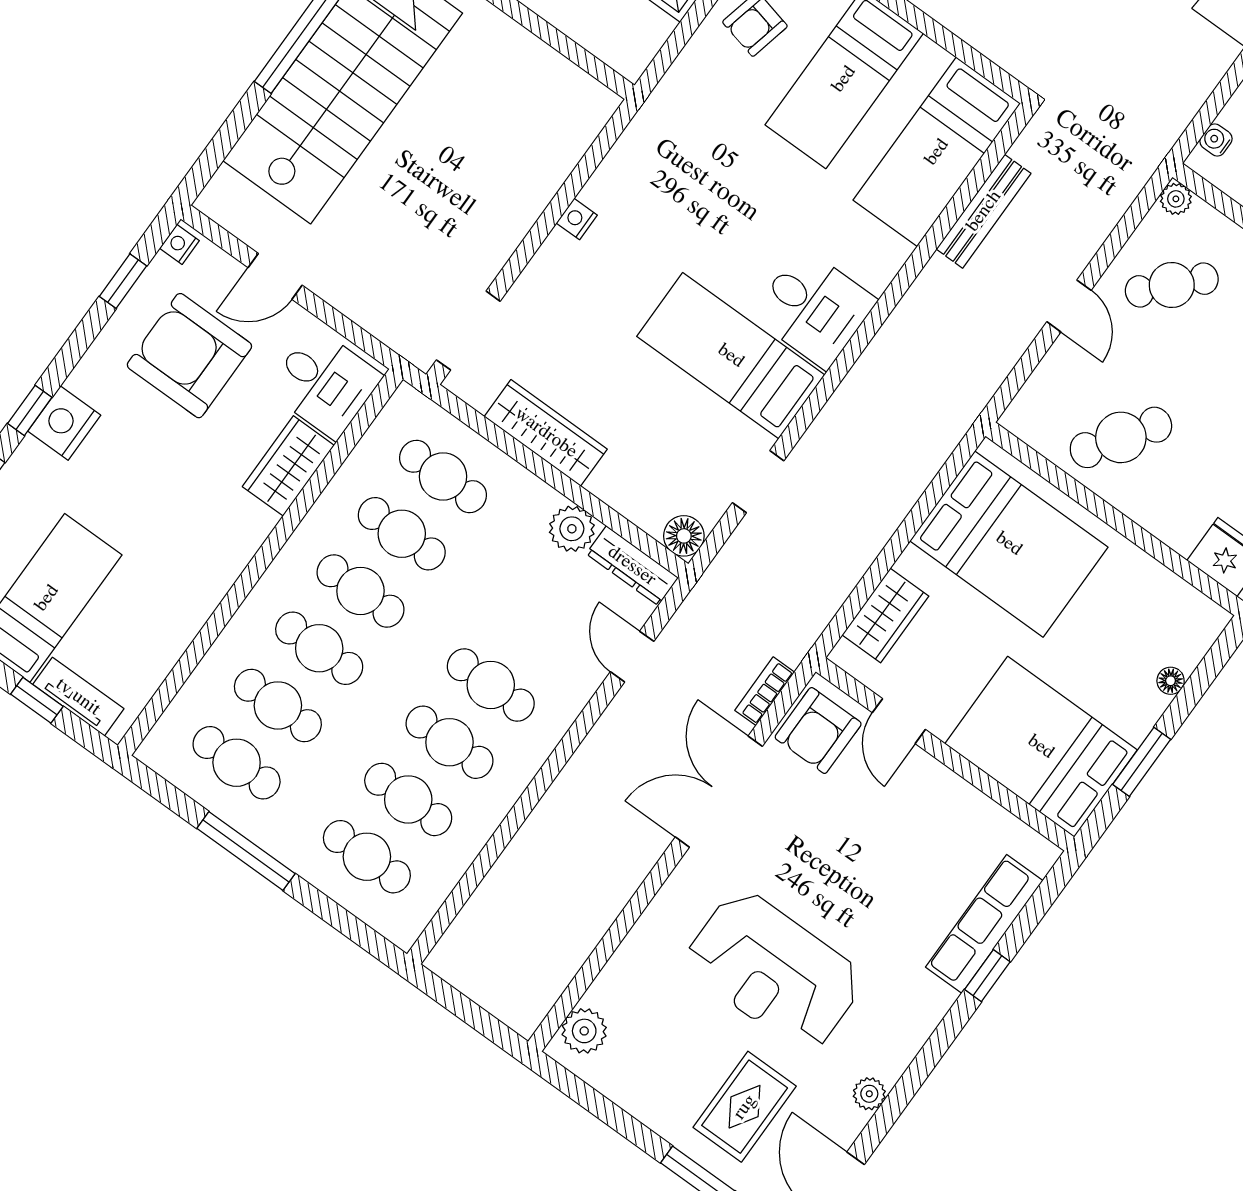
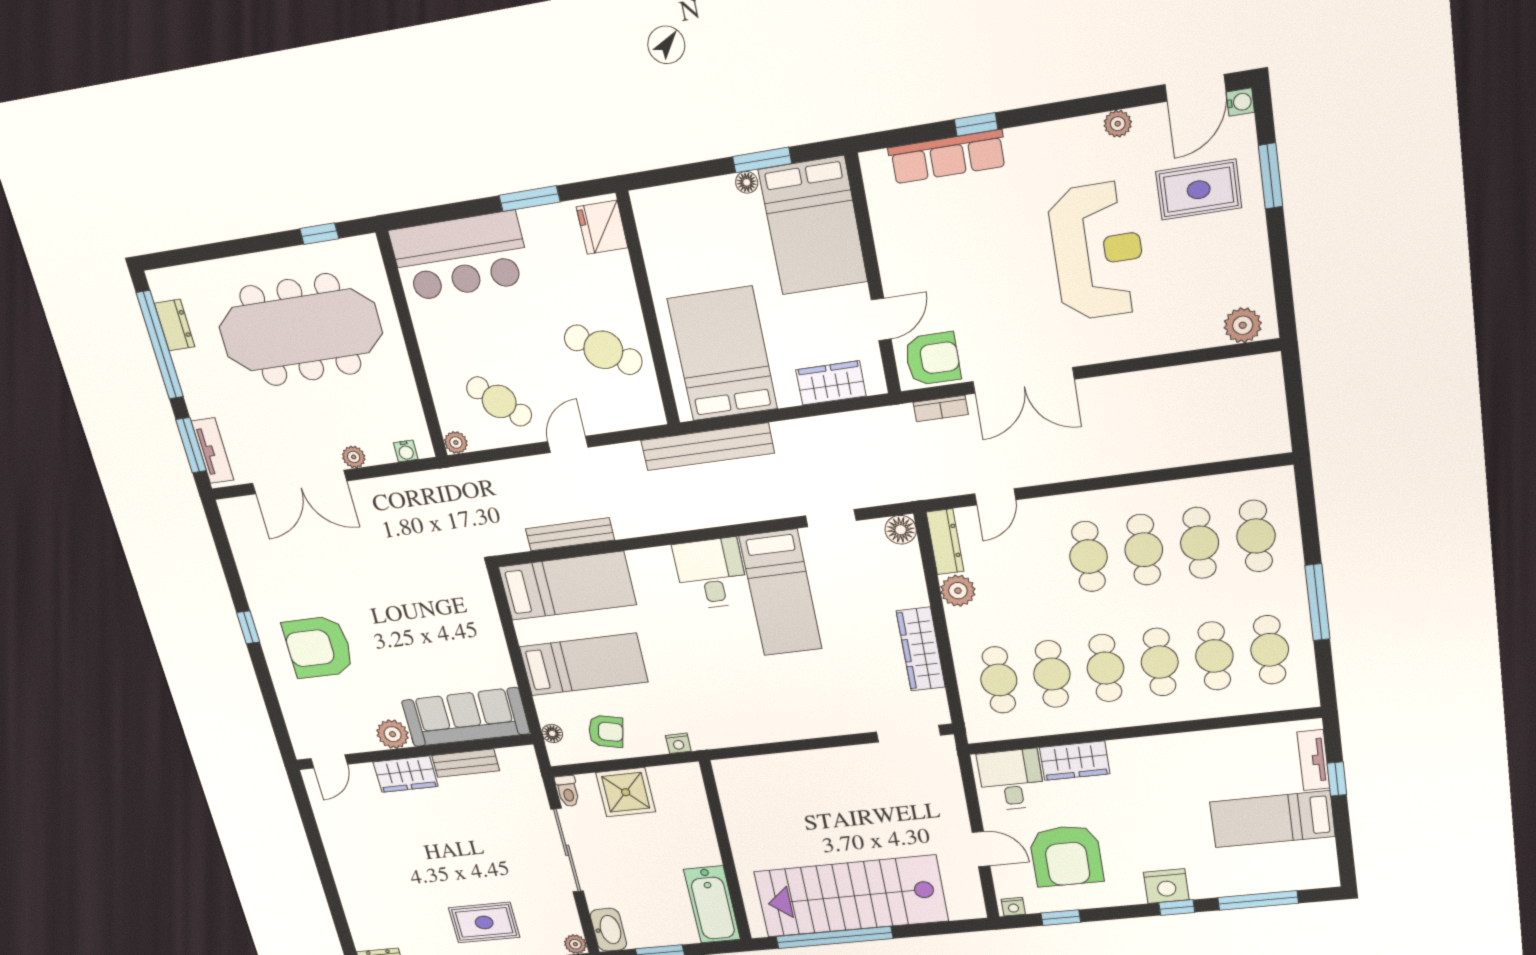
nightstand: (577, 219) -> (678, 743), moved
bench: (938, 437) -> (708, 447), added
floor lamp: (1171, 681) -> (747, 182), moved

